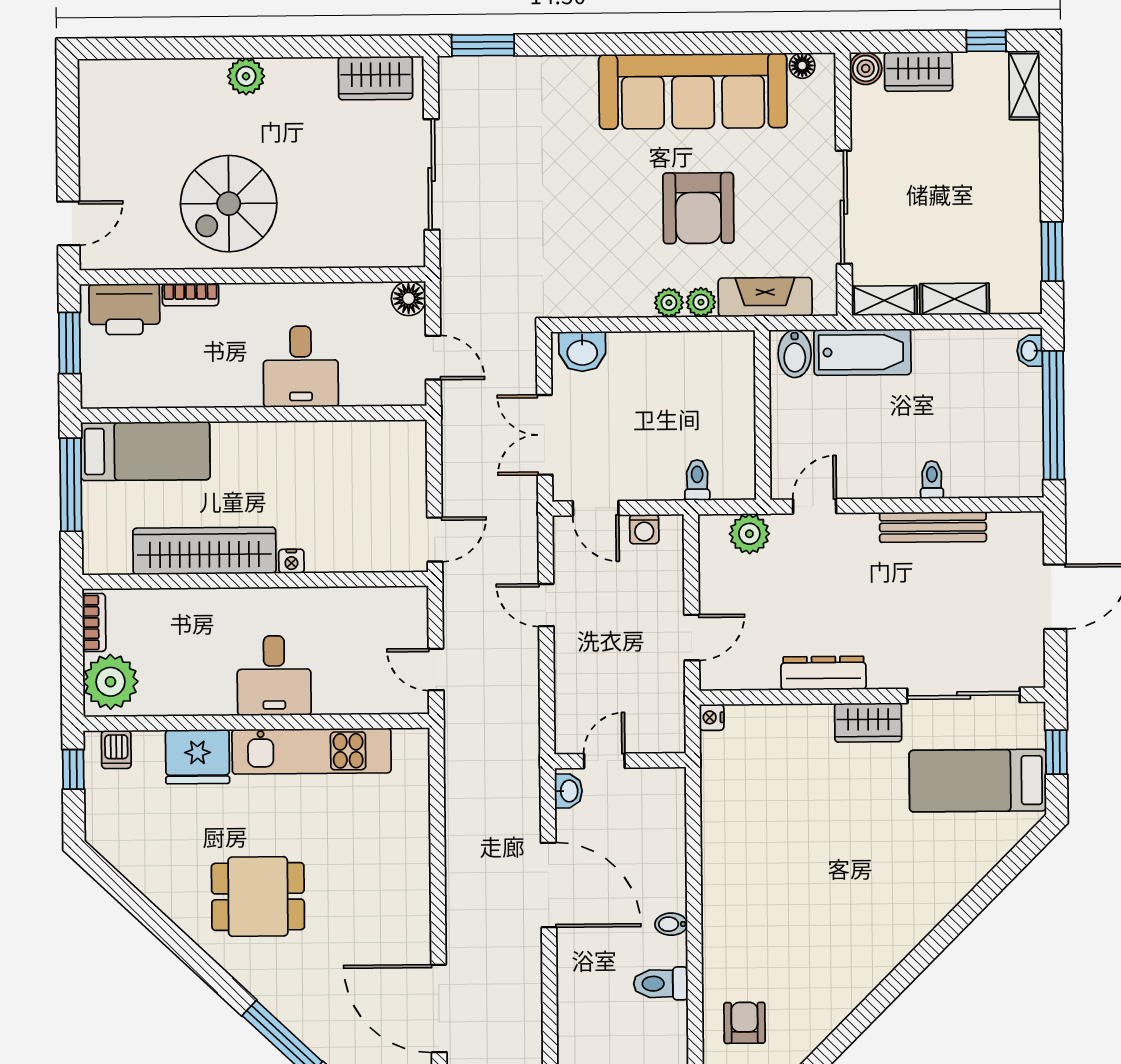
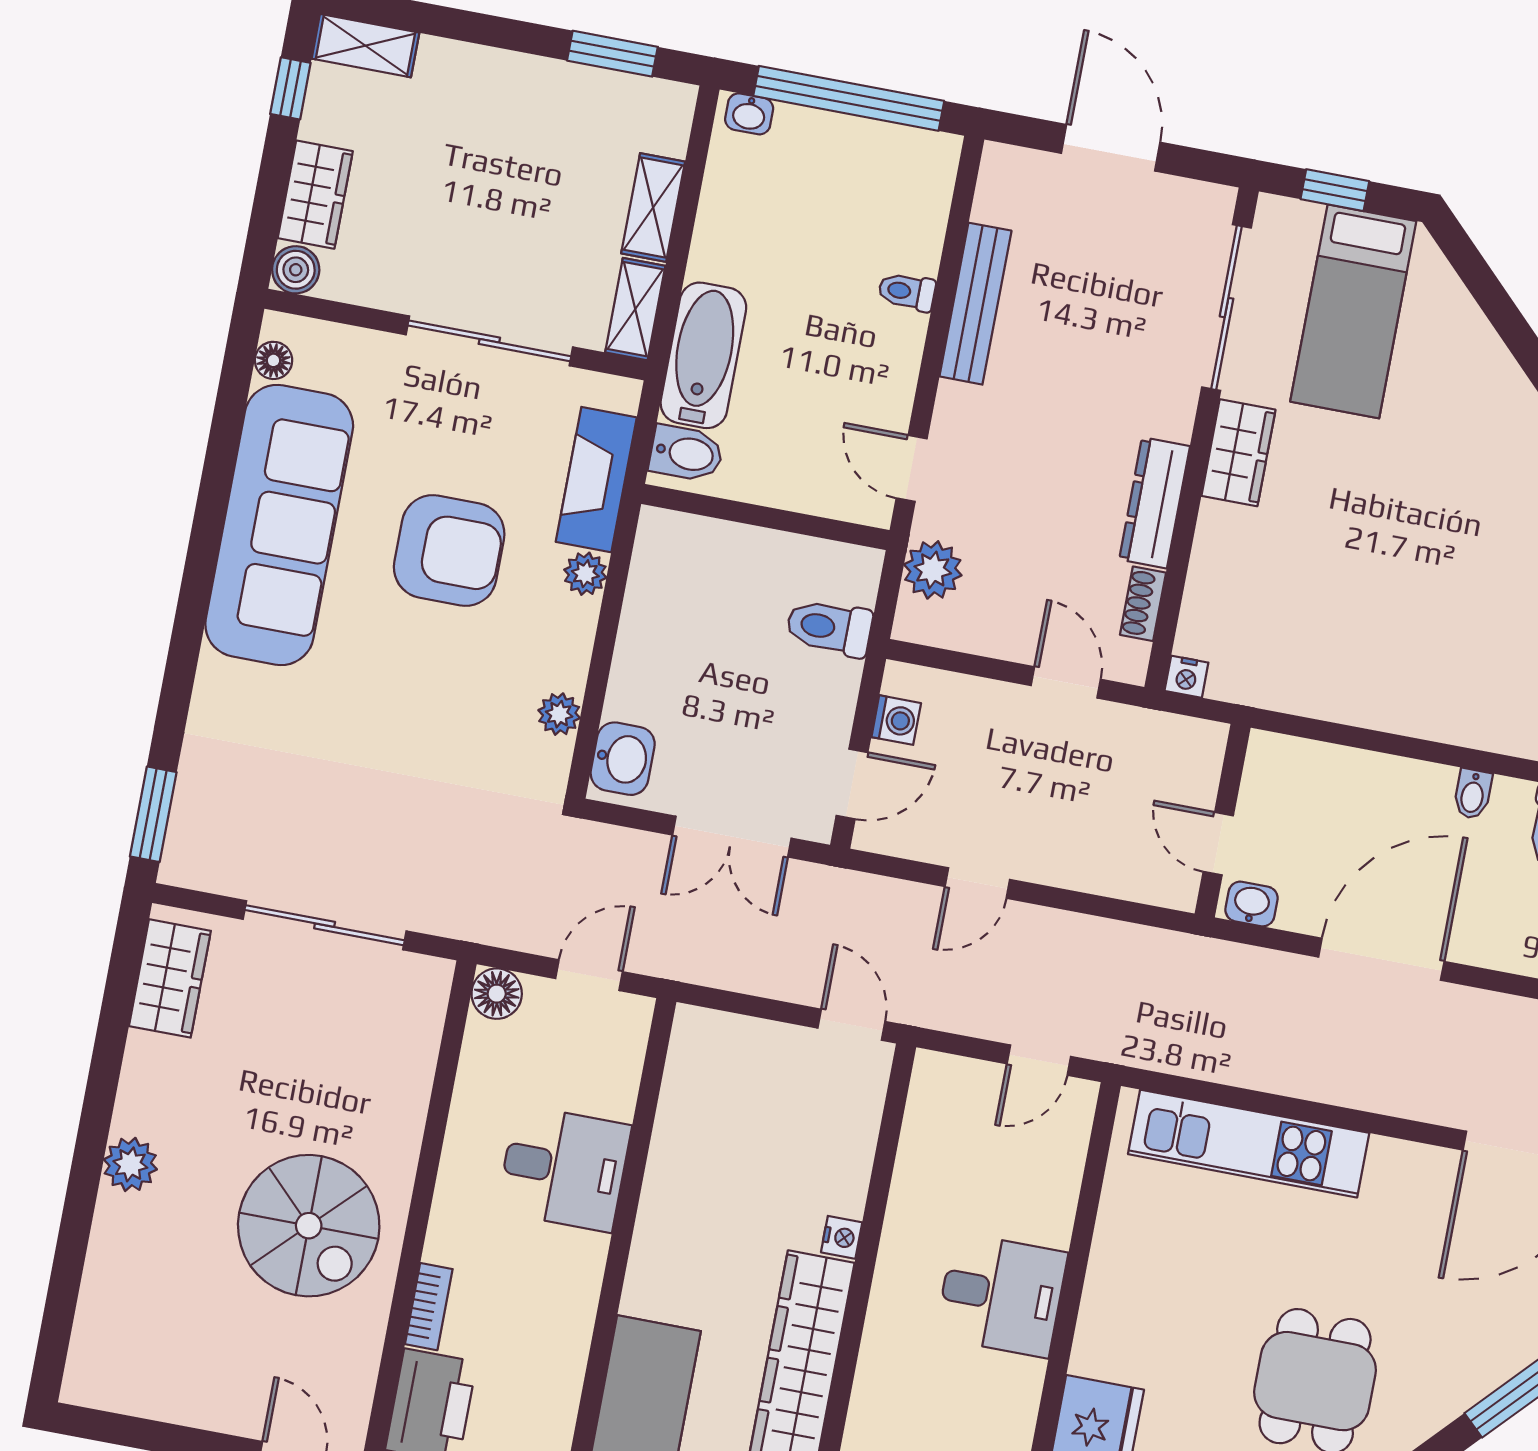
plant: (669, 303) -> (559, 714), moved
toilet: (697, 480) -> (829, 628), width x1.37, depth x1.39
shoe rack: (755, 679) -> (1143, 604), added
kitchen unit: (312, 751) -> (1249, 1144), moved, turned 90

